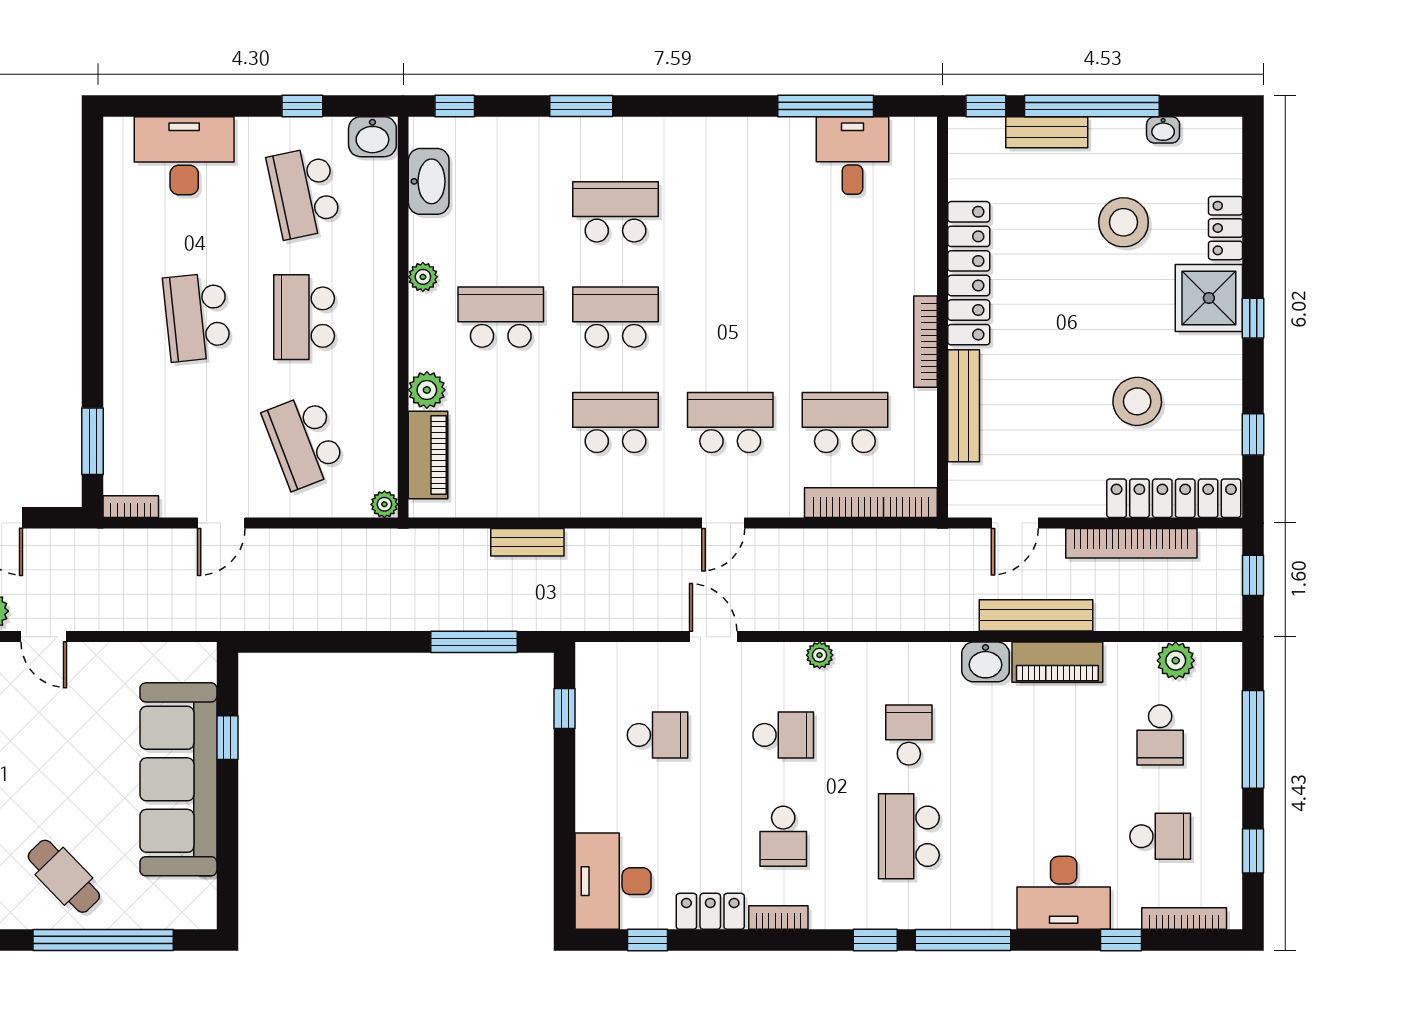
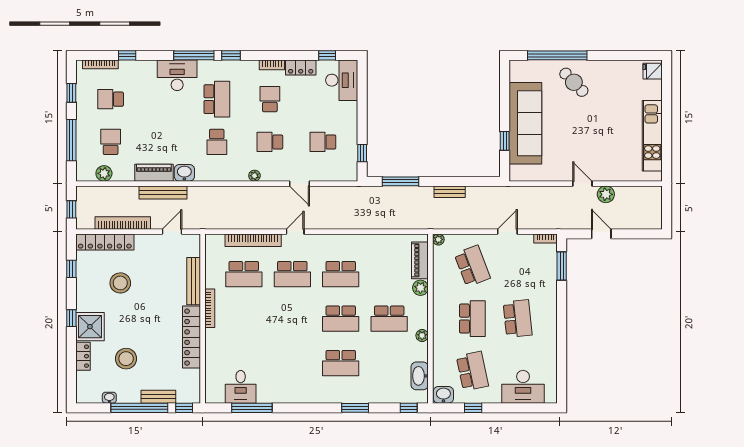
bookcase: (871, 503) -> (253, 240), moved
bench: (527, 542) -> (450, 192), moved
desk: (1064, 893) -> (177, 75), moved

